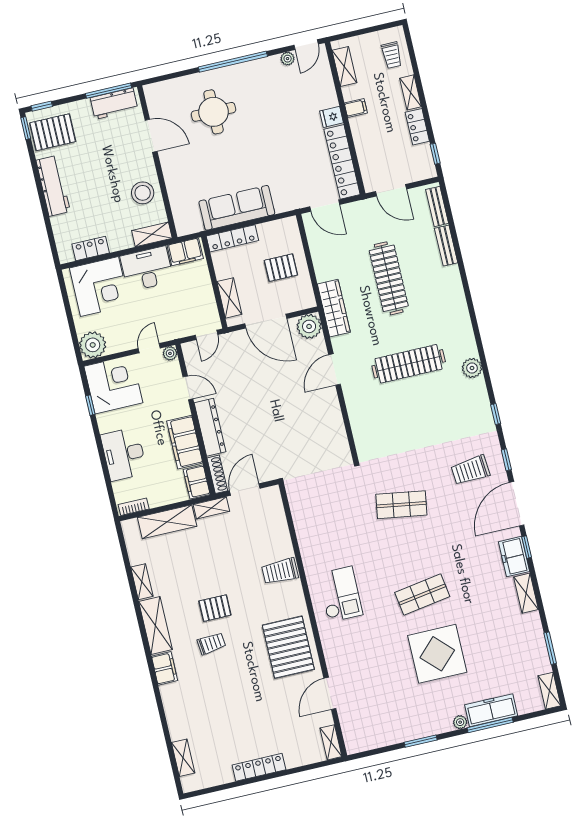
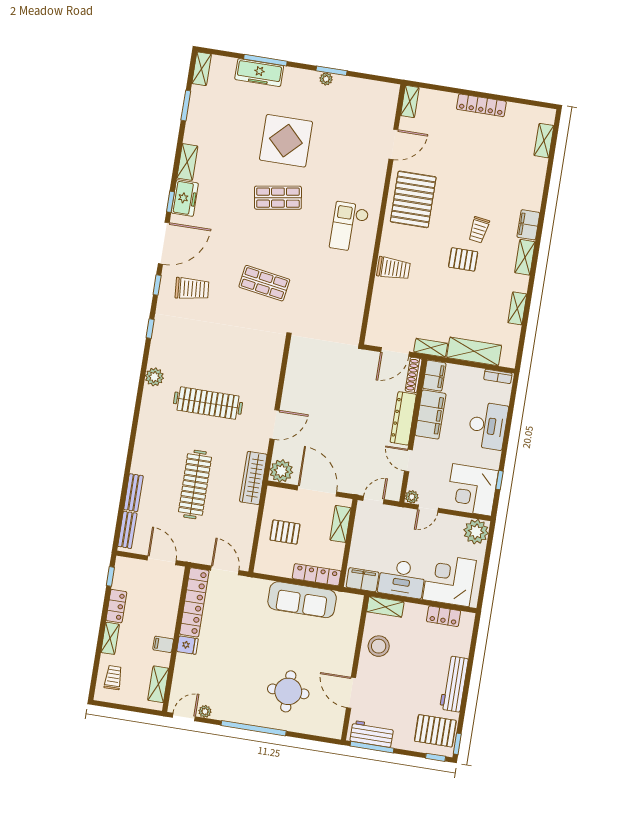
shelving: (155, 626) -> (525, 257), width x0.67, depth x0.75
trolley: (211, 644) -> (479, 230), turned -76
plant: (460, 722) -> (326, 79), moved

